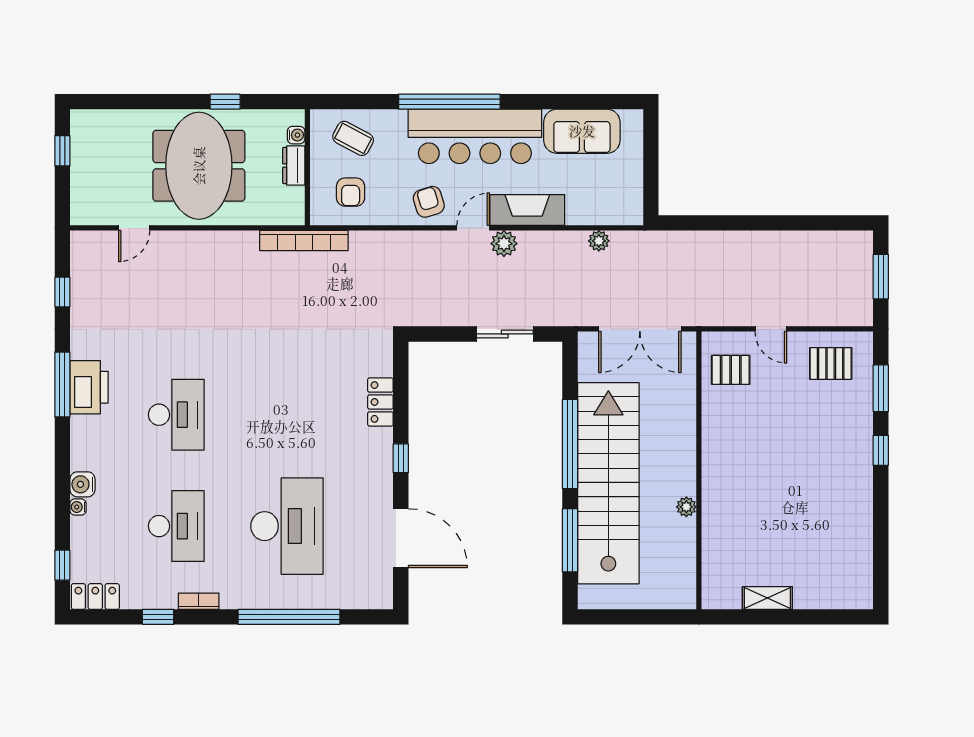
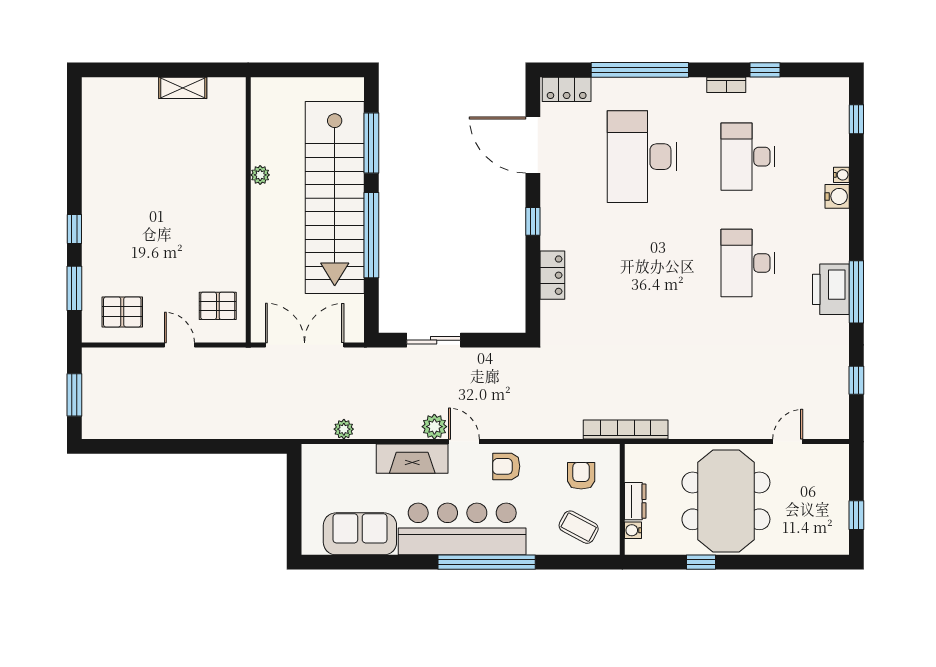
armchair: (429, 202) -> (506, 466), turned 107
door: (473, 228) -> (464, 442), swing flipped
locker: (95, 596) -> (567, 89), moved

